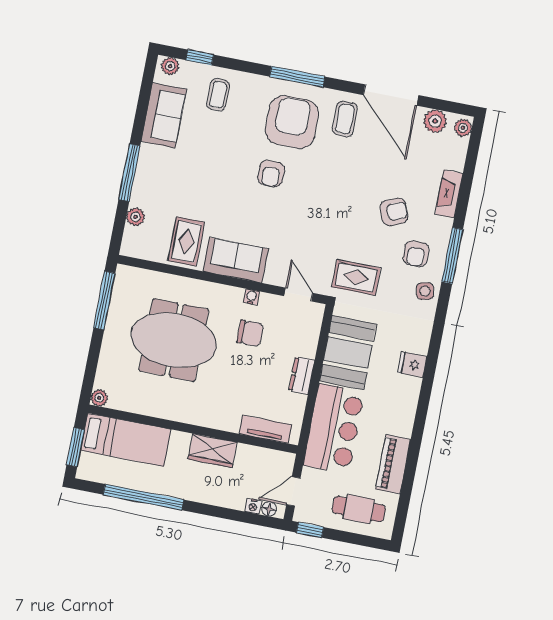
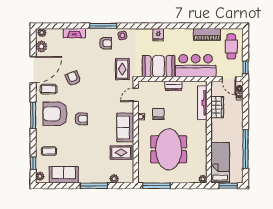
armchair: (394, 212) -> (73, 78), moved
tv unit: (265, 429) -> (202, 103), width x1.41
wardrobe: (212, 451) -> (217, 107), moved

